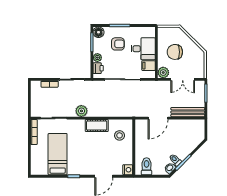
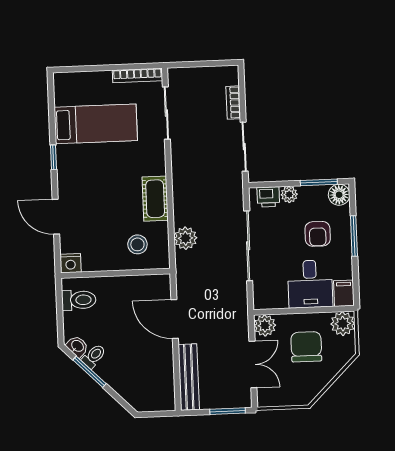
plant: (164, 33) -> (343, 324), added
filing cabinet: (149, 66) -> (344, 293), moved
double door: (183, 79) -> (253, 364), swing flipped
plant: (81, 111) -> (186, 238), moved

